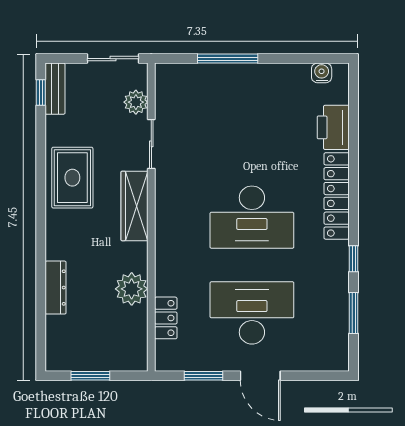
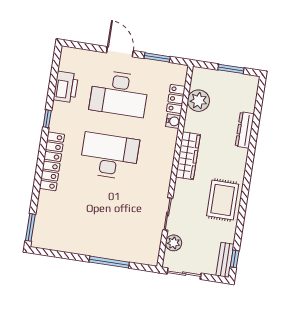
water cooler: (322, 73) -> (173, 121), moved, turned -90
printer: (333, 127) -> (66, 87), moved
wardrobe: (135, 206) -> (188, 156), moved
plant: (132, 289) -> (198, 101), moved
window: (354, 313) -> (30, 227), moved

